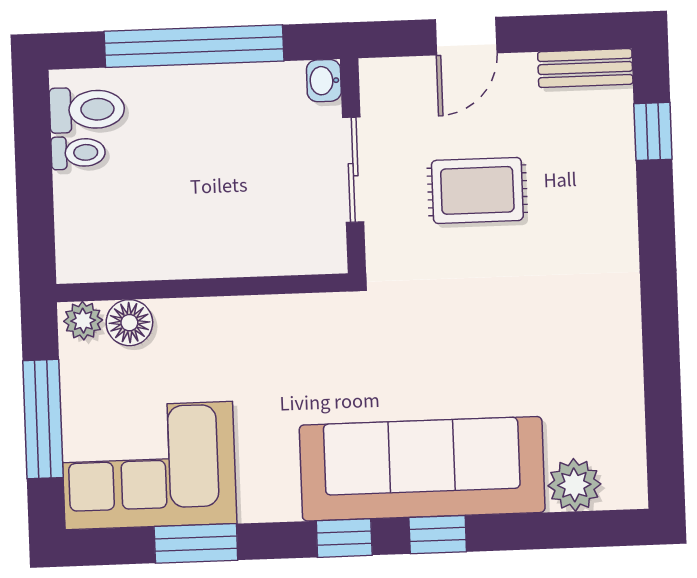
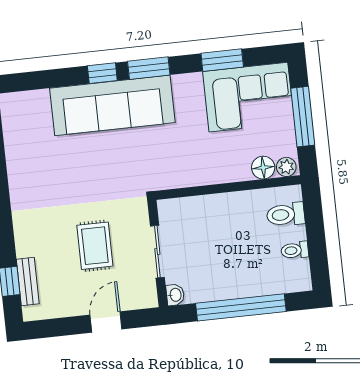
bench: (585, 68) -> (28, 281), moved, turned 90
toilet: (87, 110) -> (286, 215), moved
rug: (477, 190) -> (95, 246), turned 90
plant: (574, 485) -> (36, 103), removed
window: (344, 538) -> (149, 68), width x1.50

